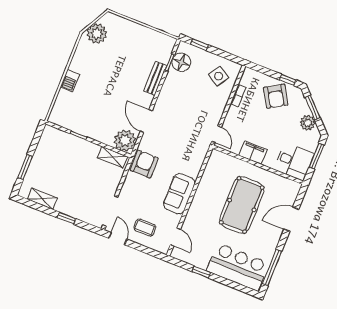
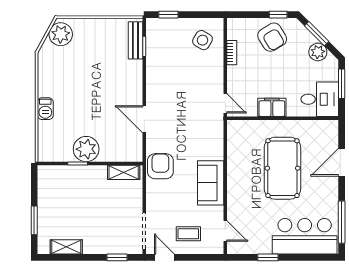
plant: (97, 34) -> (61, 34), moved
floor lamp: (181, 62) -> (157, 41), removed
bench: (155, 78) -> (135, 40), moved
plant: (125, 140) -> (86, 149), moved
window: (67, 218) -> (117, 257), moved

